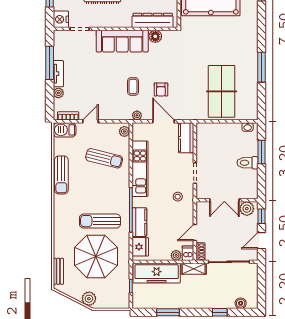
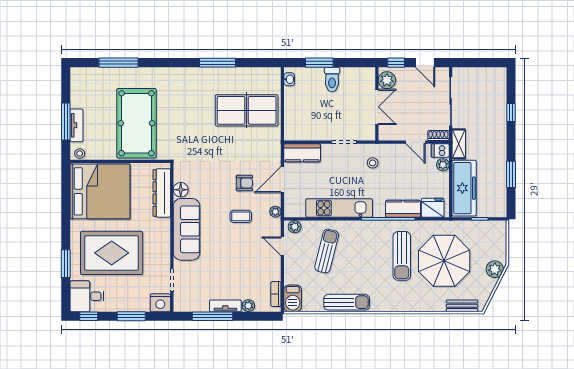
door: (90, 121) -> (282, 246), moved
boiler: (241, 303) -> (500, 88), removed

